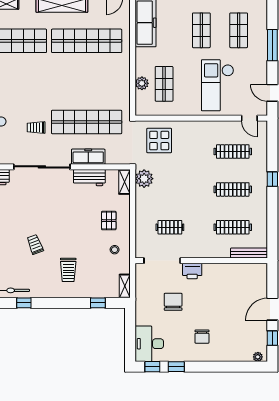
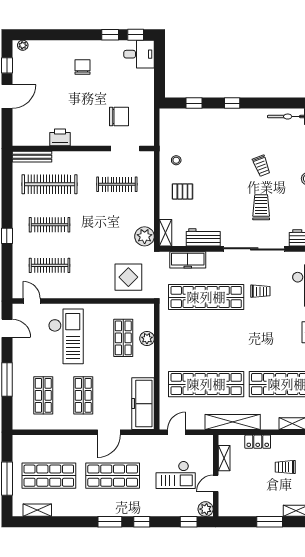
freezer: (88, 157) -> (188, 260), moved
pallet: (109, 221) -> (182, 191), turned 90
clothes rail: (170, 227) -> (117, 184), width x1.36
clothes rail: (233, 227) -> (50, 184), width x1.37, depth x1.31
doorway: (162, 261) -> (125, 149), width x0.73
trolley: (68, 270) -> (261, 207), moved
printer: (192, 271) -> (60, 137), moved
shelving: (125, 286) -> (165, 121), removed
chair: (173, 302) -> (119, 116), moved, turned -90
window: (24, 303) -> (232, 103), moved
desk: (149, 344) -> (139, 54), width x0.73

